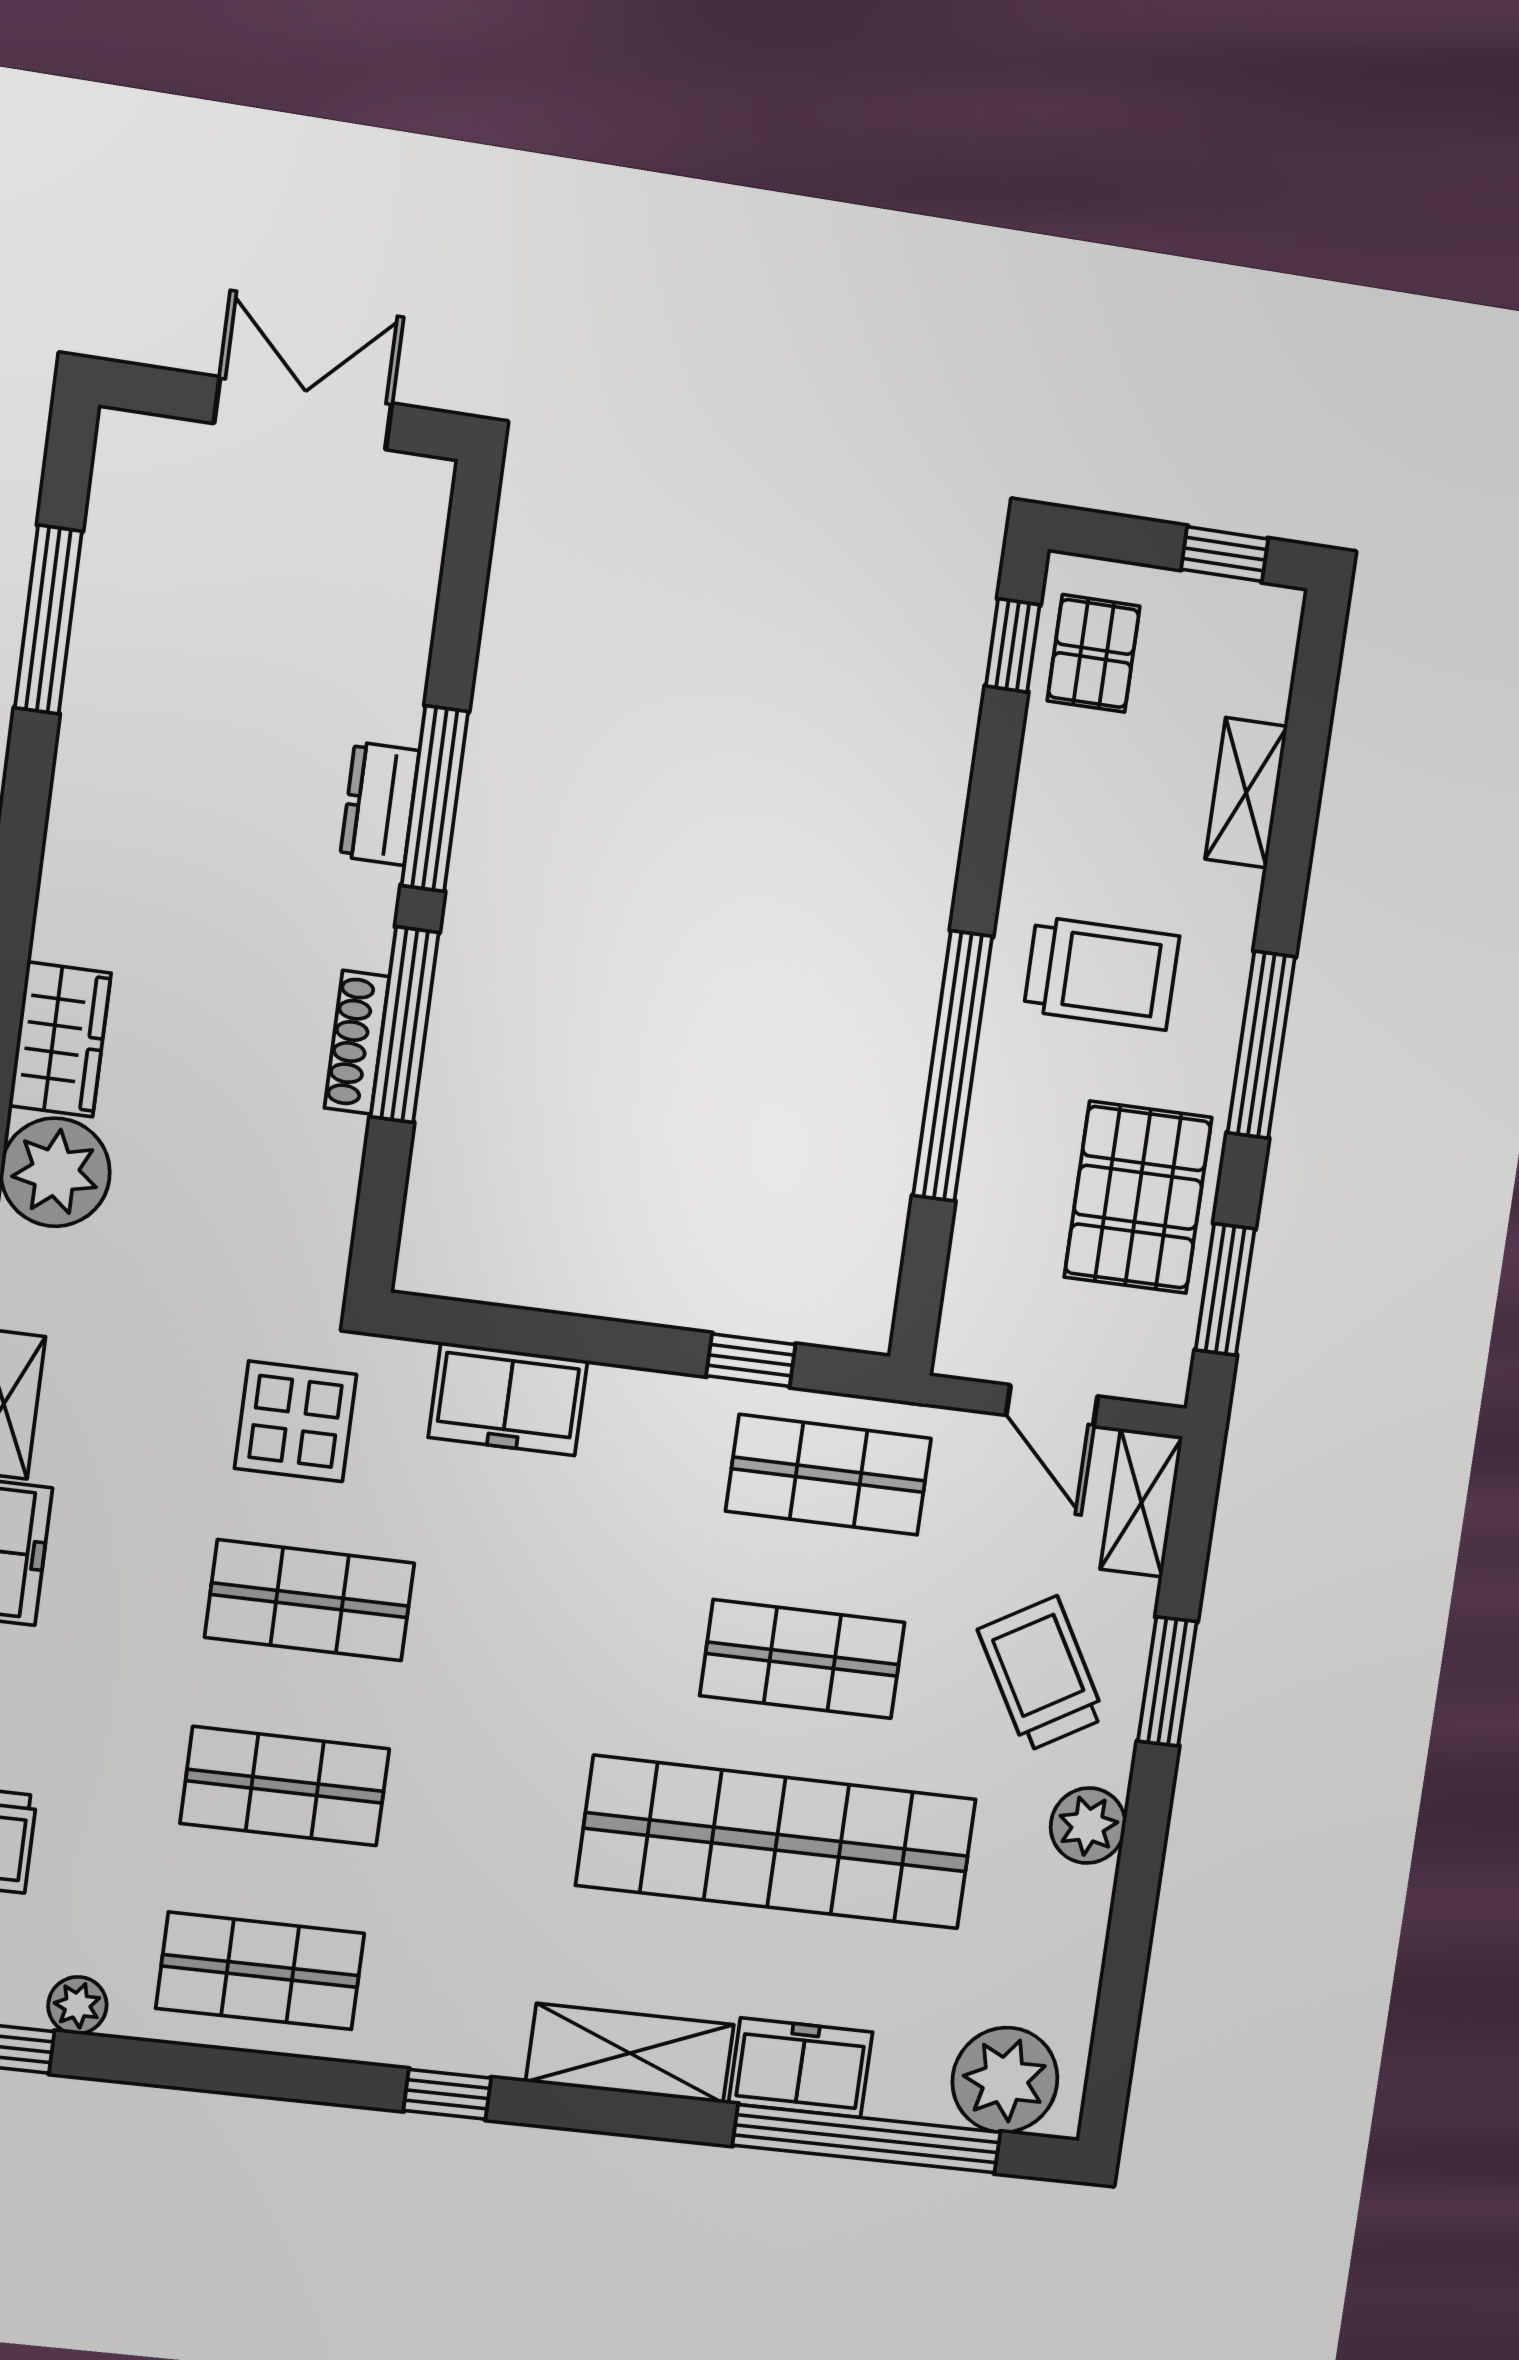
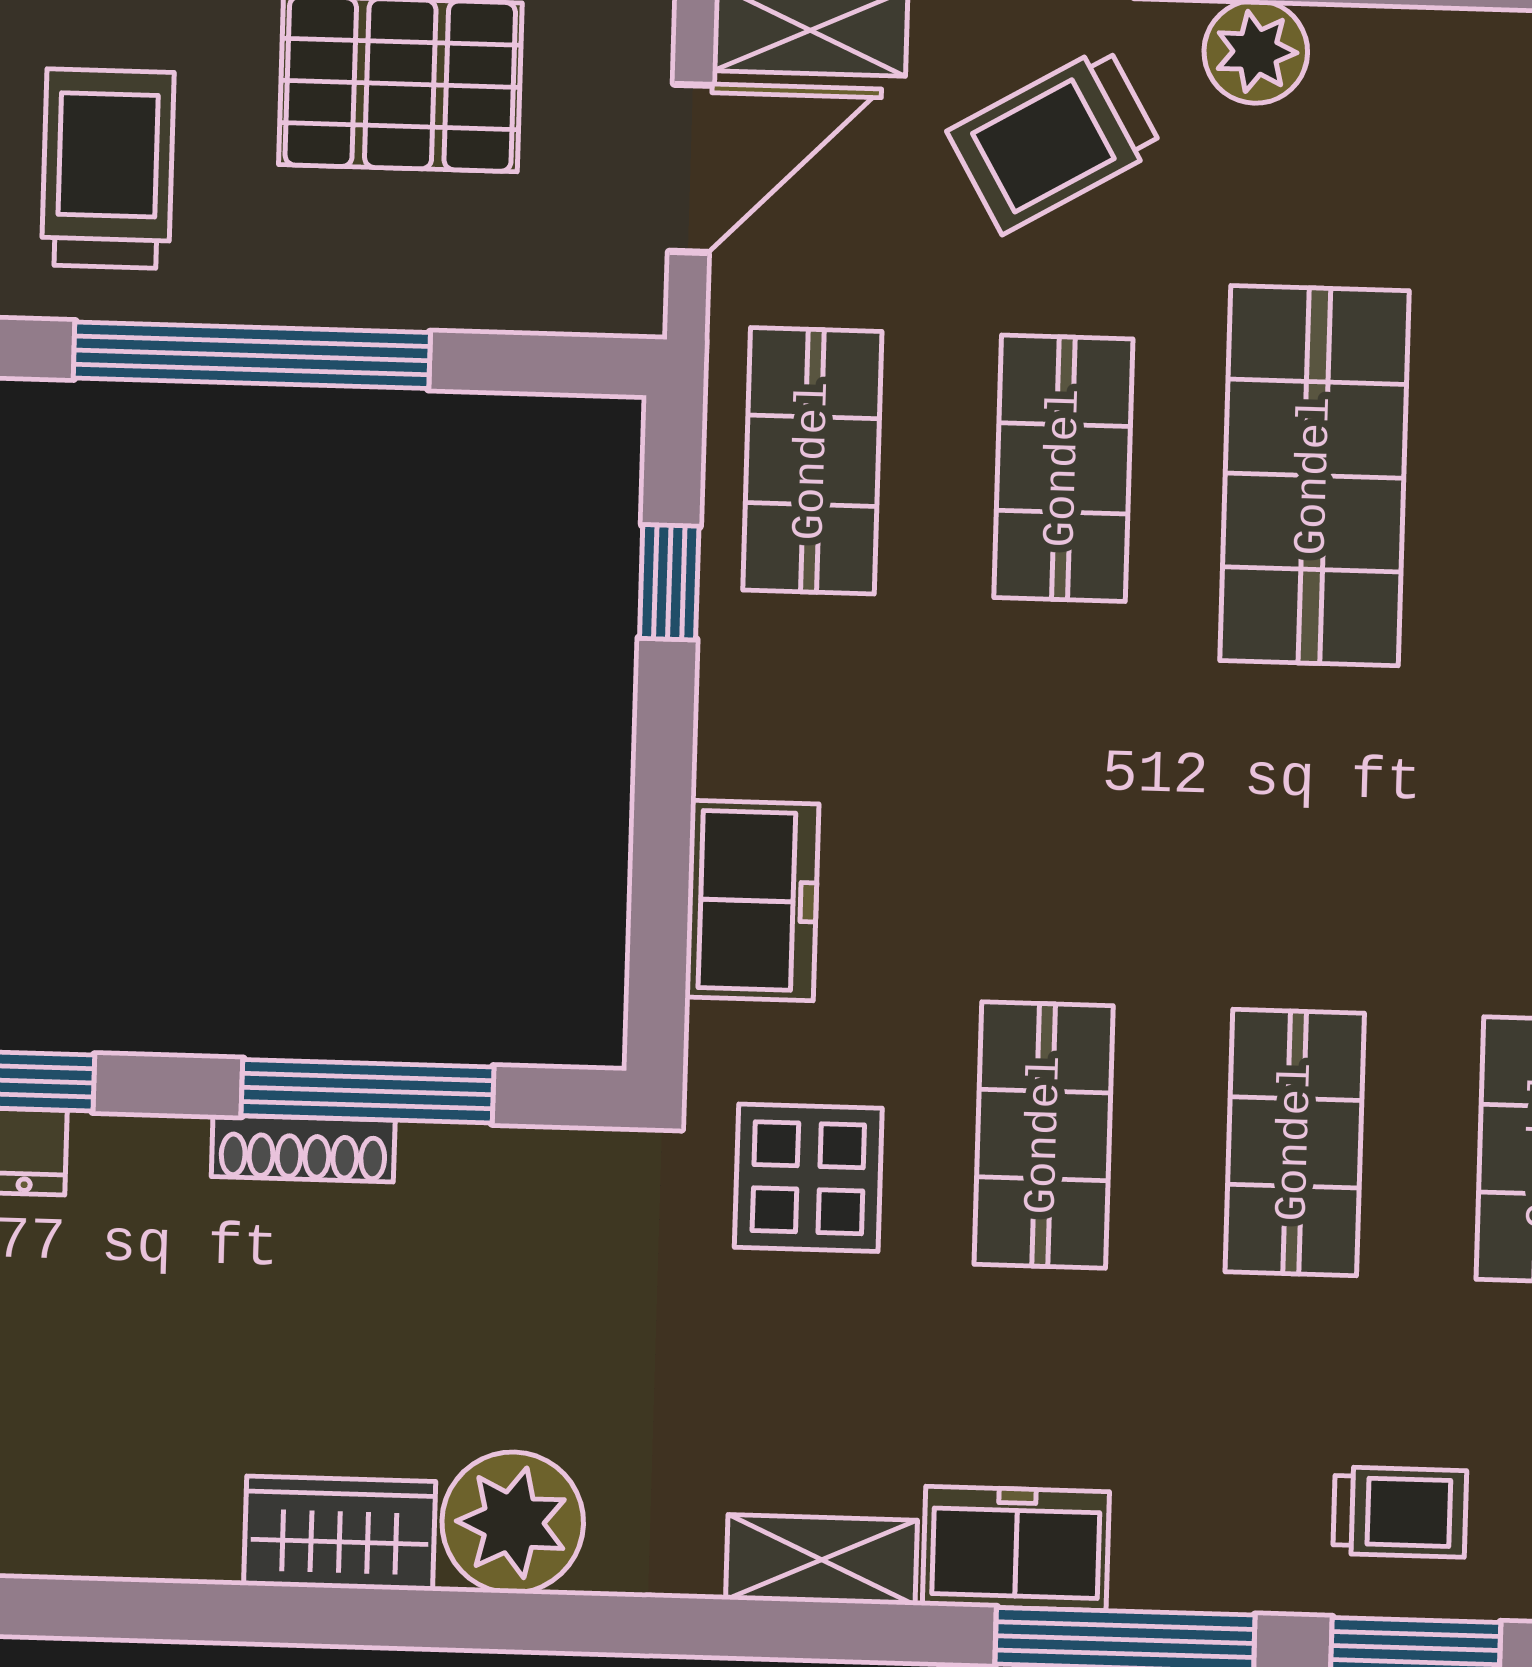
window: (405, 1025) -> (368, 1091), moved
door: (1052, 1406) -> (691, 168), width x1.38
shop shelf: (776, 1842) -> (1314, 476), width x0.71

